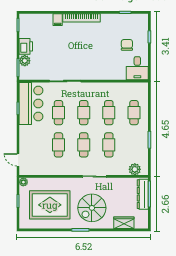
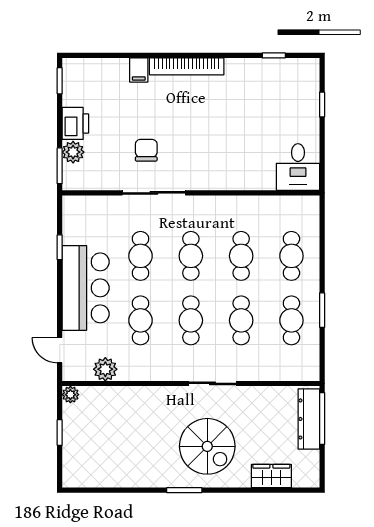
chair: (127, 45) -> (146, 150), moved
bar counter: (31, 103) -> (86, 288), moved
cafe table: (134, 145) -> (291, 320), added
plant: (135, 169) -> (105, 369), moved
rug: (50, 205) -> (123, 440), removed
spiral stairs: (92, 208) -> (207, 446), turned -90

